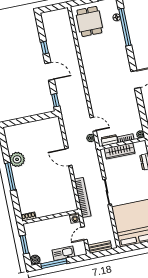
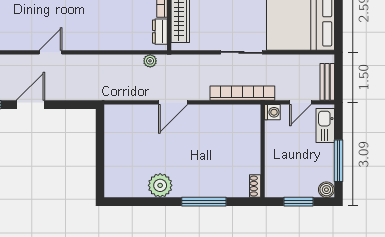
window: (55, 100) -> (78, 105), removed
door: (93, 124) -> (51, 52), moved
window: (10, 176) -> (204, 202), moved
door: (84, 233) -> (300, 102), hinge flipped
kitchen sink: (63, 253) -> (325, 125), moved

